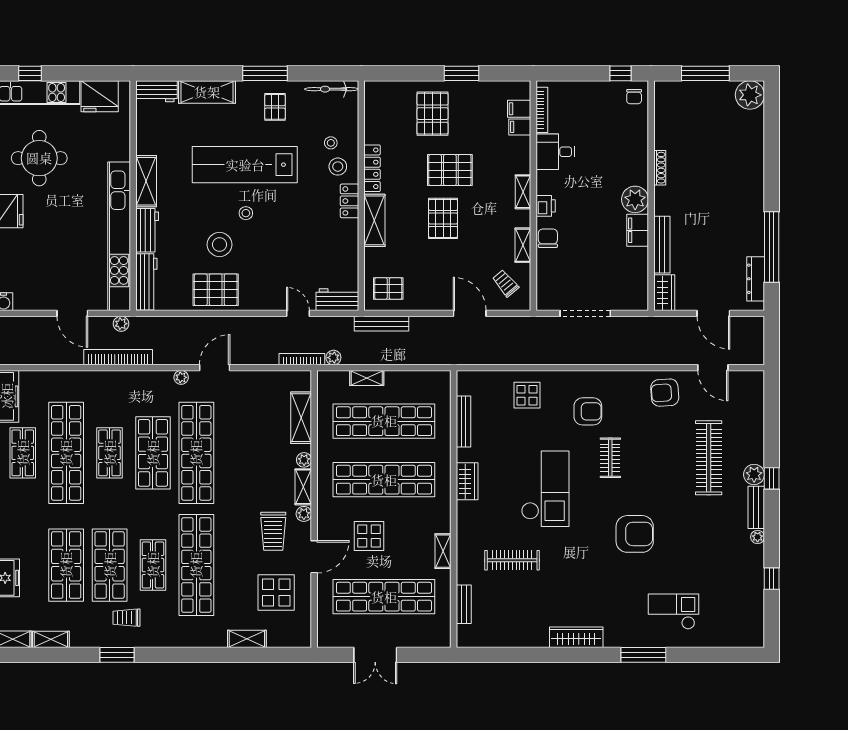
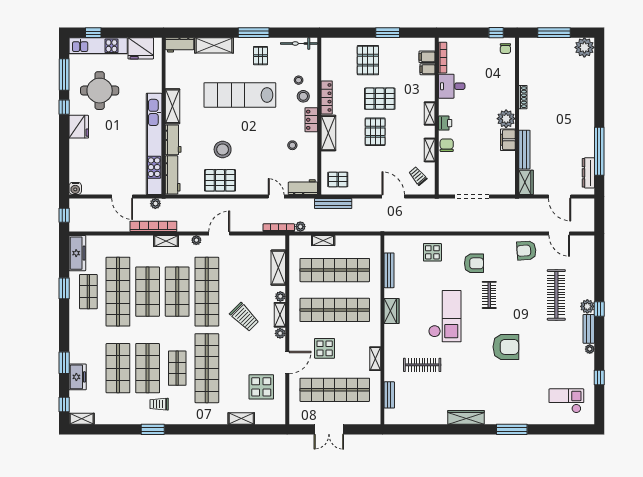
stool: (246, 213) -> (292, 145), moved
shop shelf: (110, 453) -> (148, 292), width x1.43, depth x1.36
trolley: (273, 531) -> (244, 317), moved, turned -45
checkout: (674, 612) -> (566, 401), moved
shelving: (51, 639) -> (166, 241), moved

